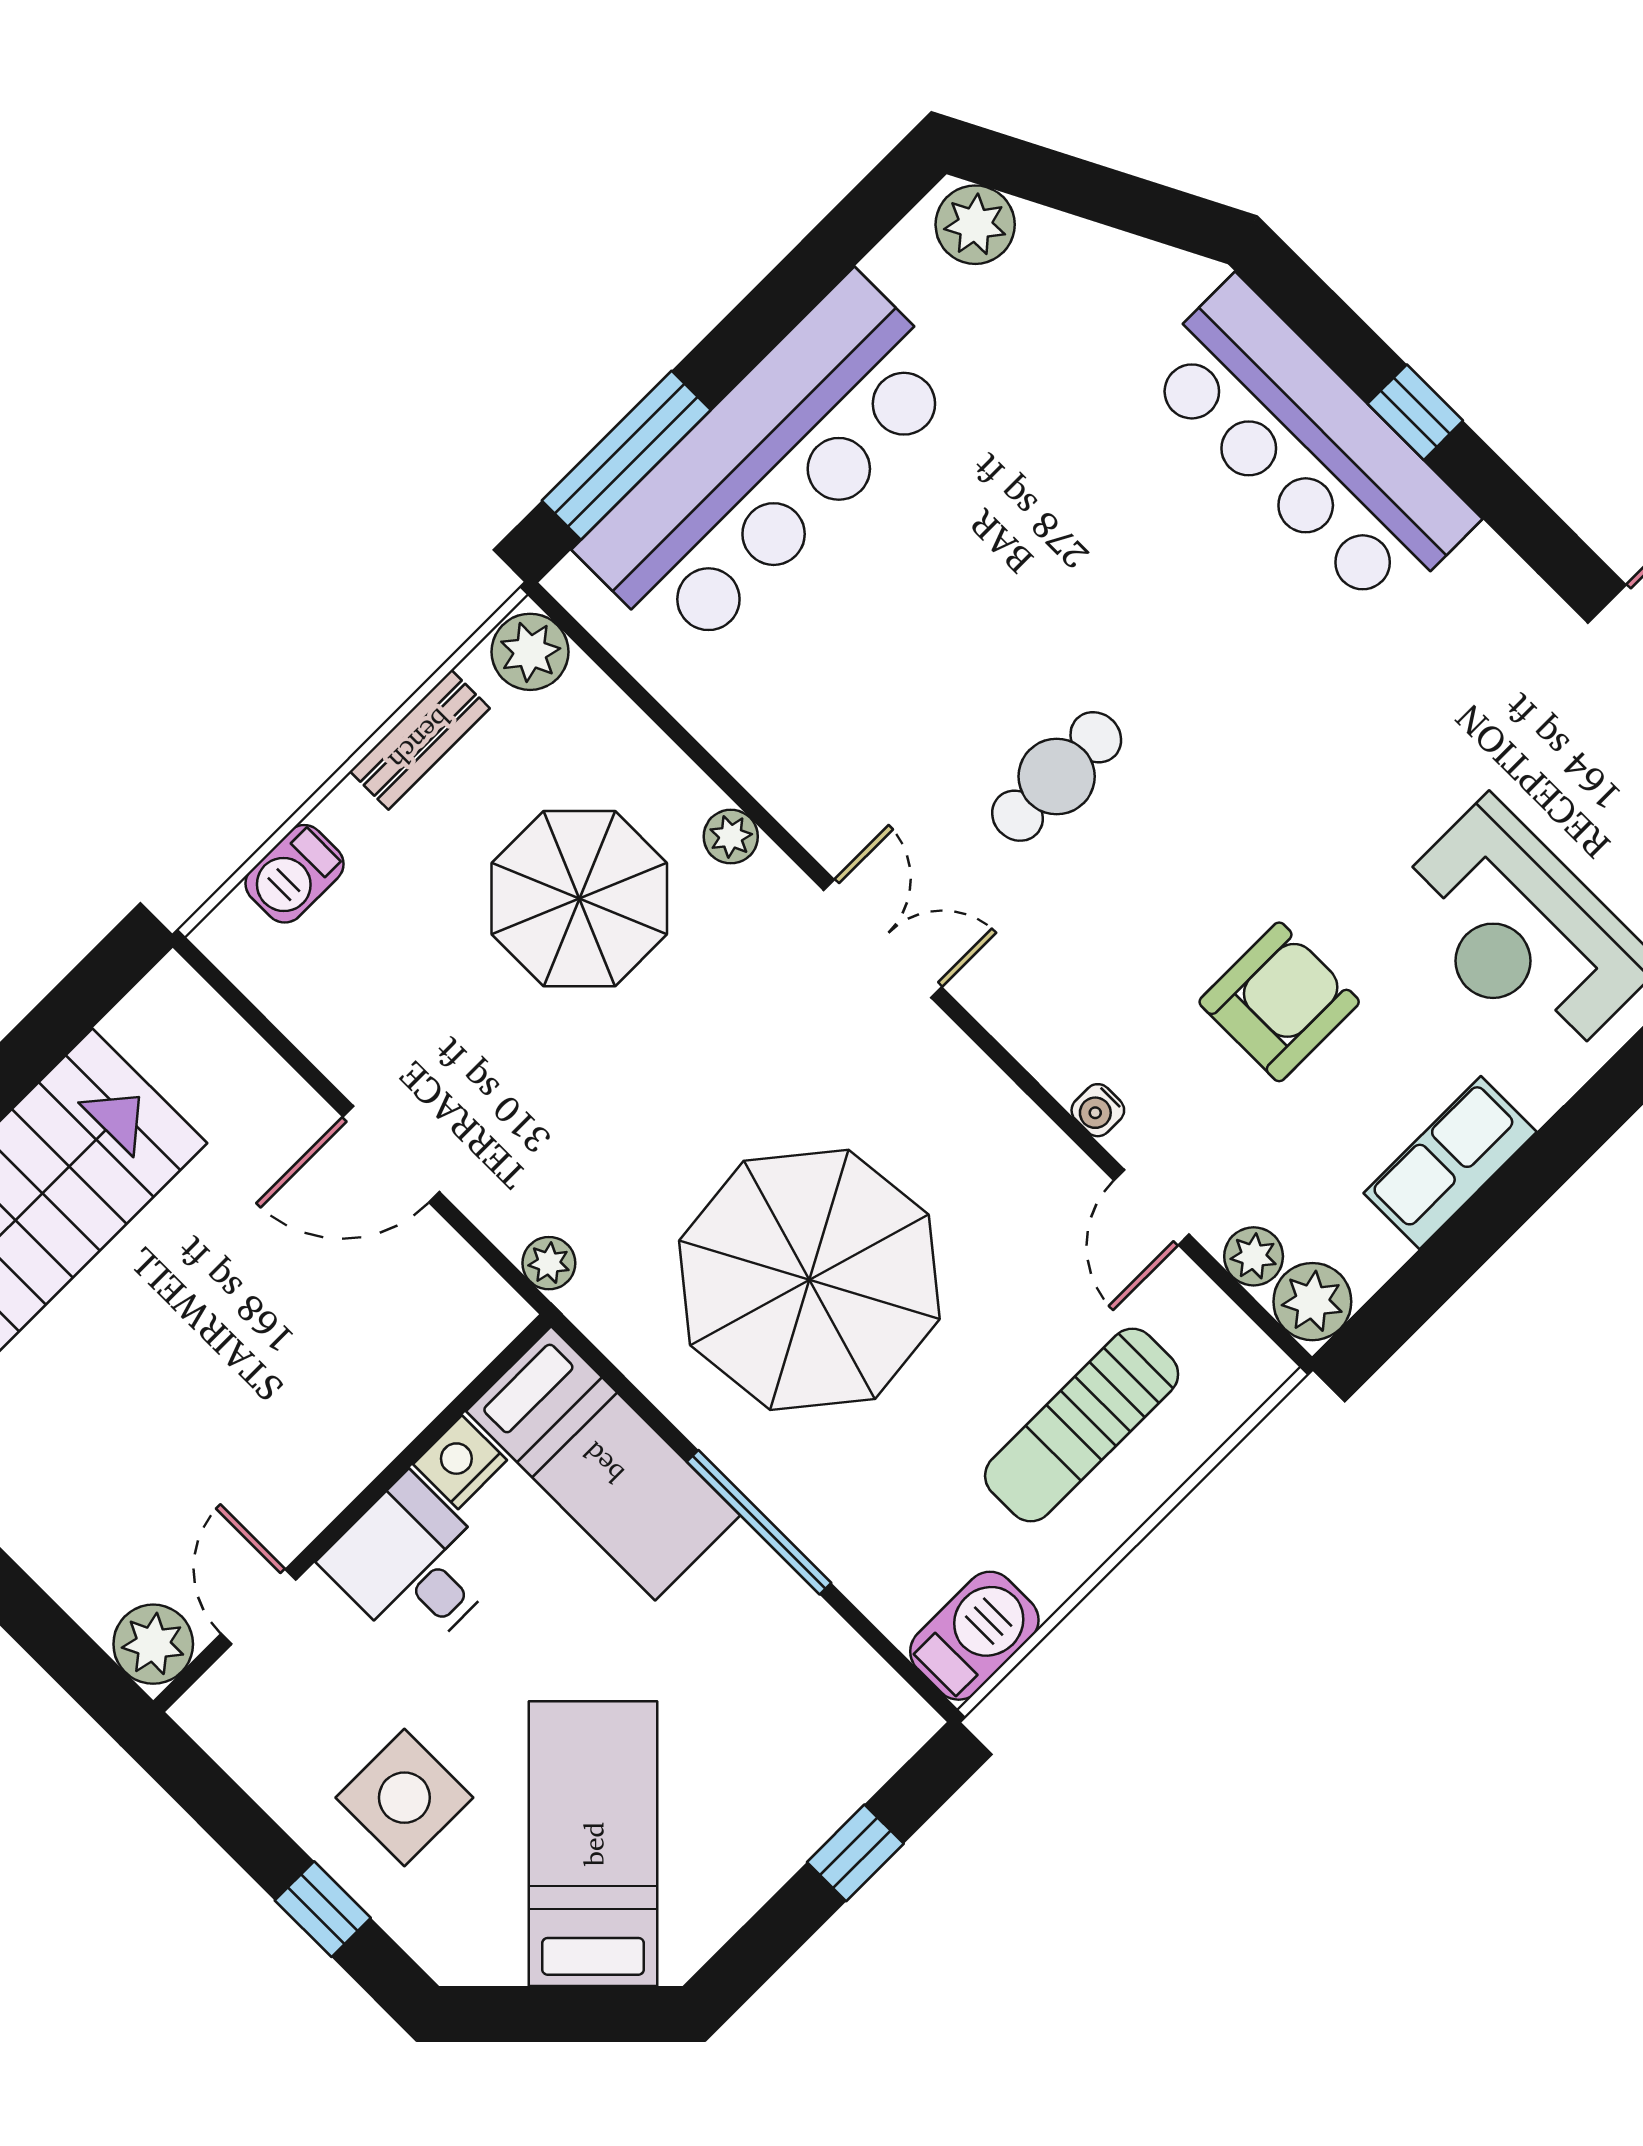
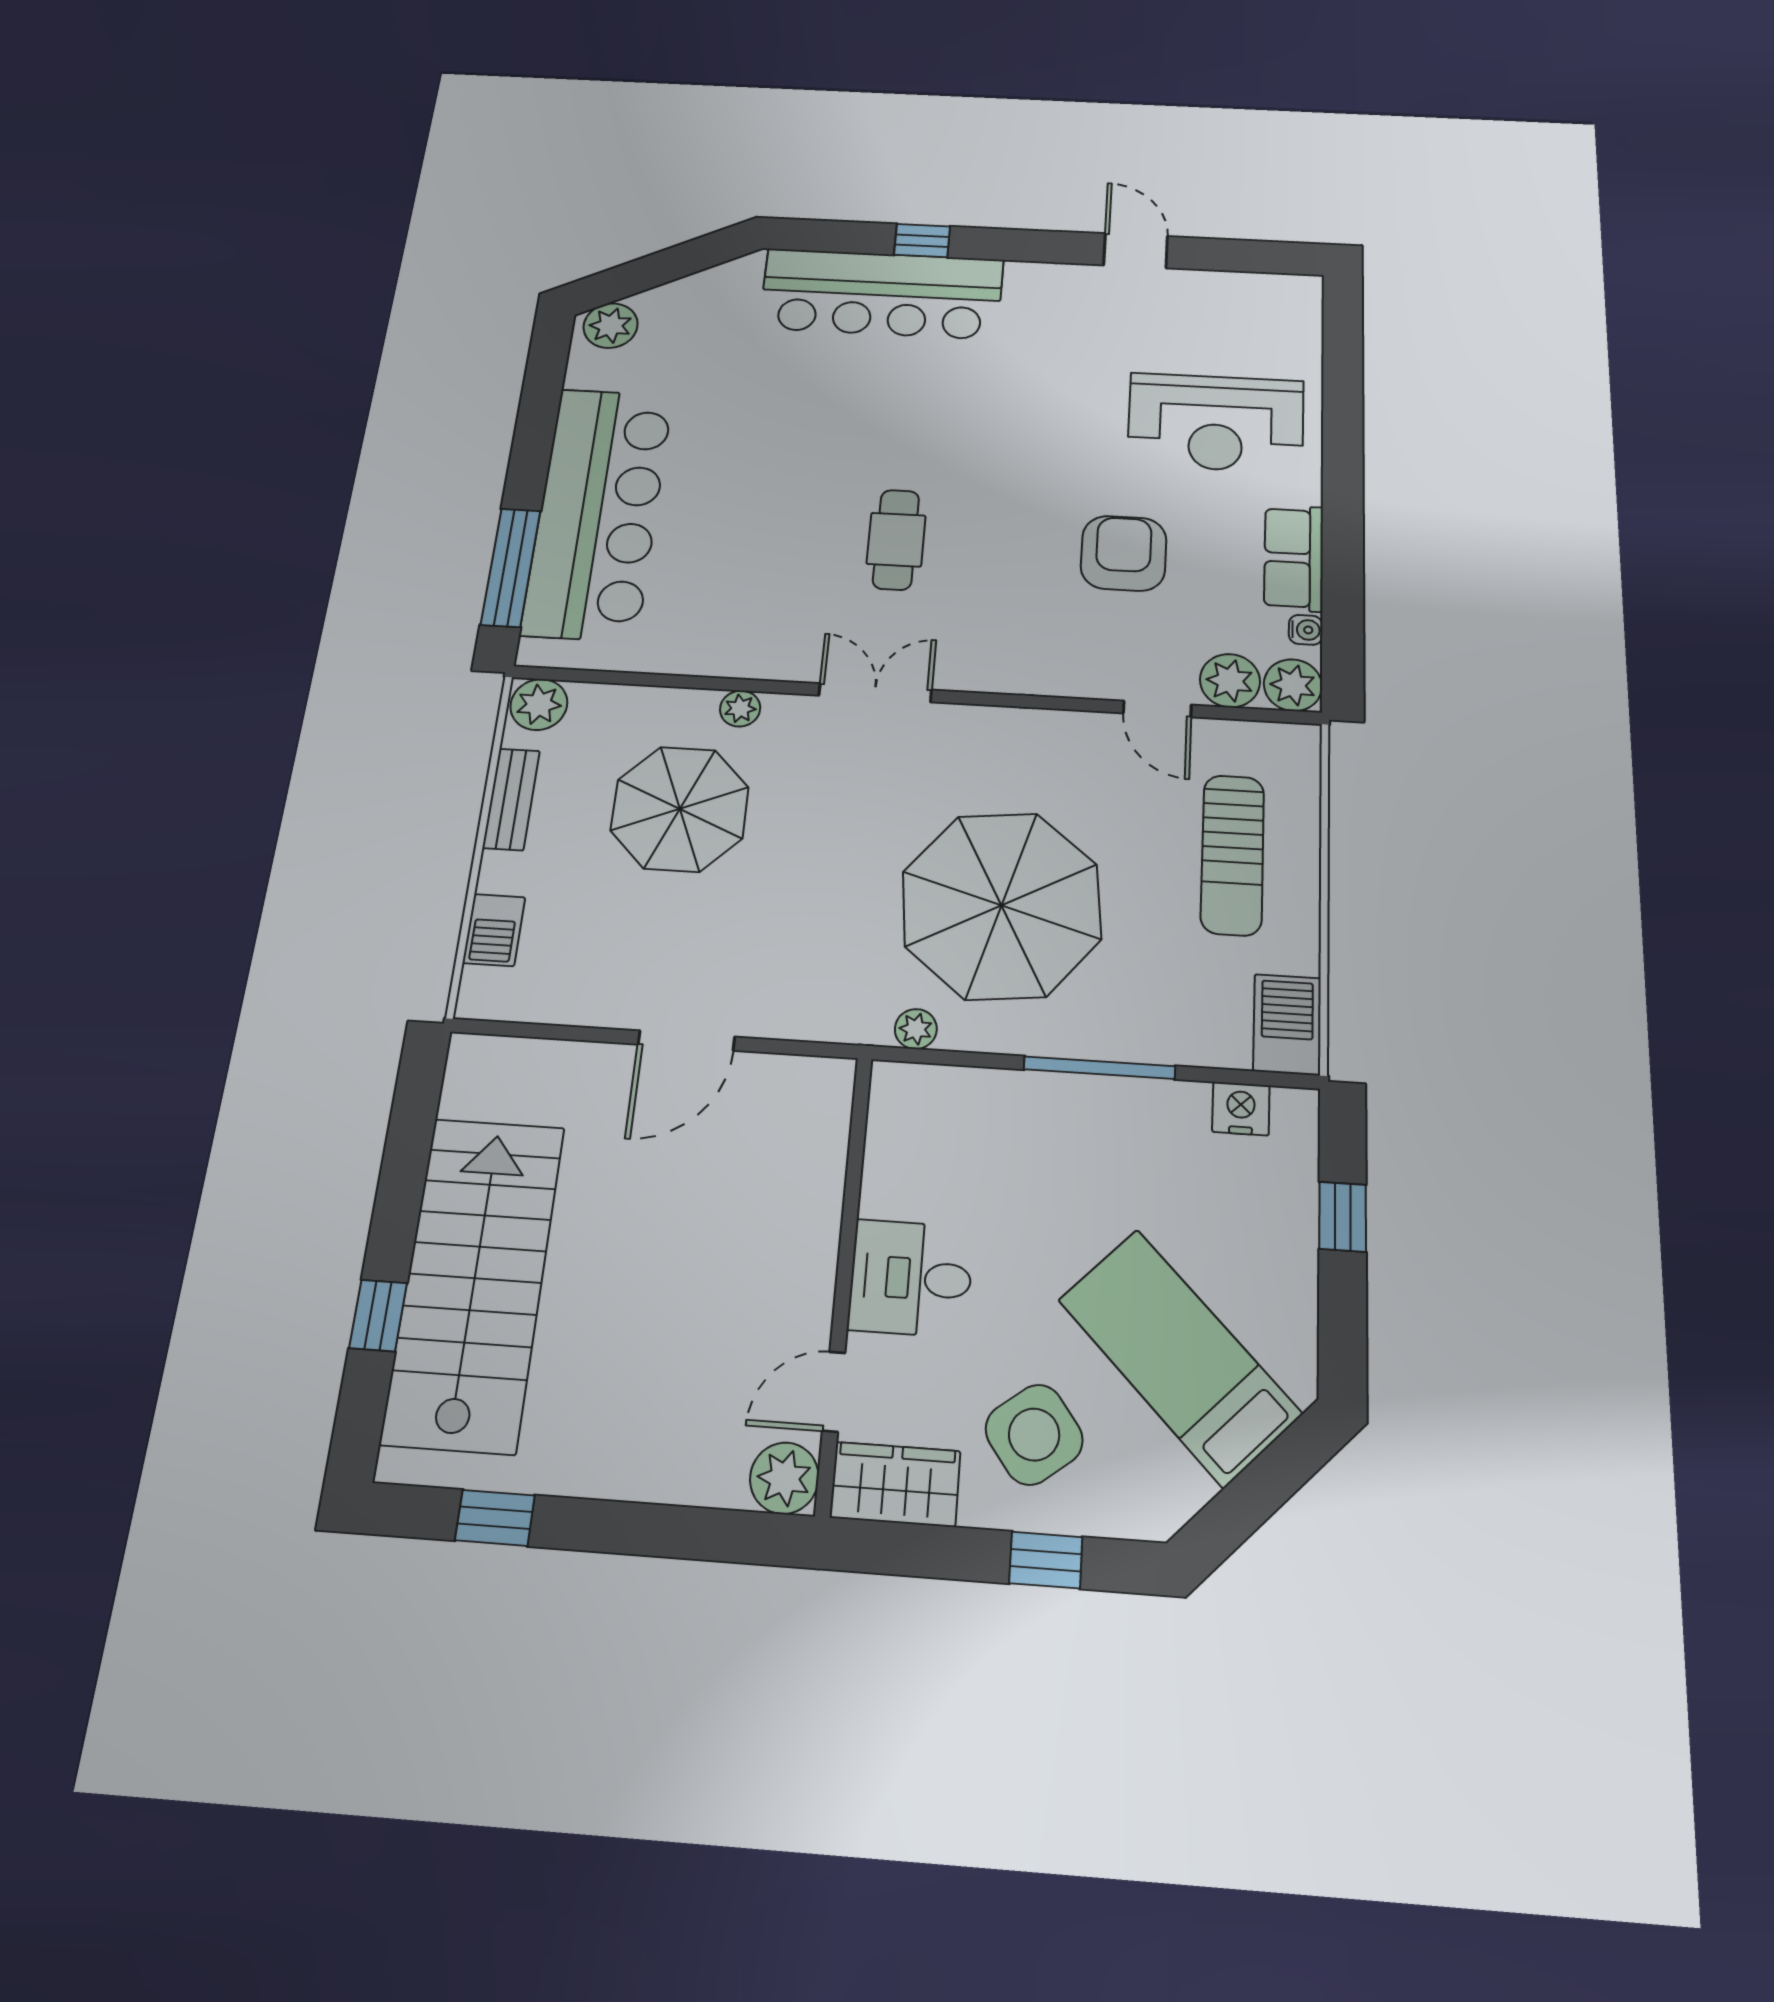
water cooler: (1098, 1110) -> (1306, 630), moved, turned -90
plant: (1254, 1256) -> (1230, 681), width x1.38, depth x1.38
plant: (549, 1263) -> (916, 1029), moved
nightstand: (460, 1462) -> (1241, 1109), moved, turned 90
bed: (603, 1463) -> (974, 1113), removed
door: (259, 1607) -> (834, 1392), hinge flipped
wardrobe: (246, 1734) -> (895, 1484), added
side table: (404, 1798) -> (1034, 1435), turned -37

